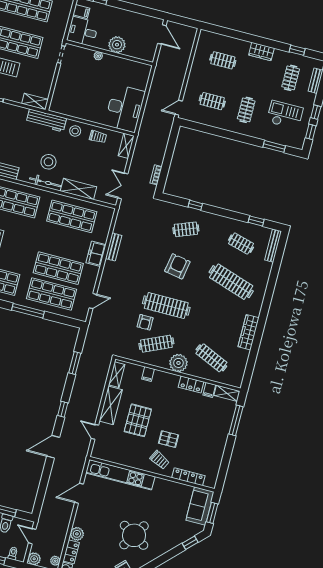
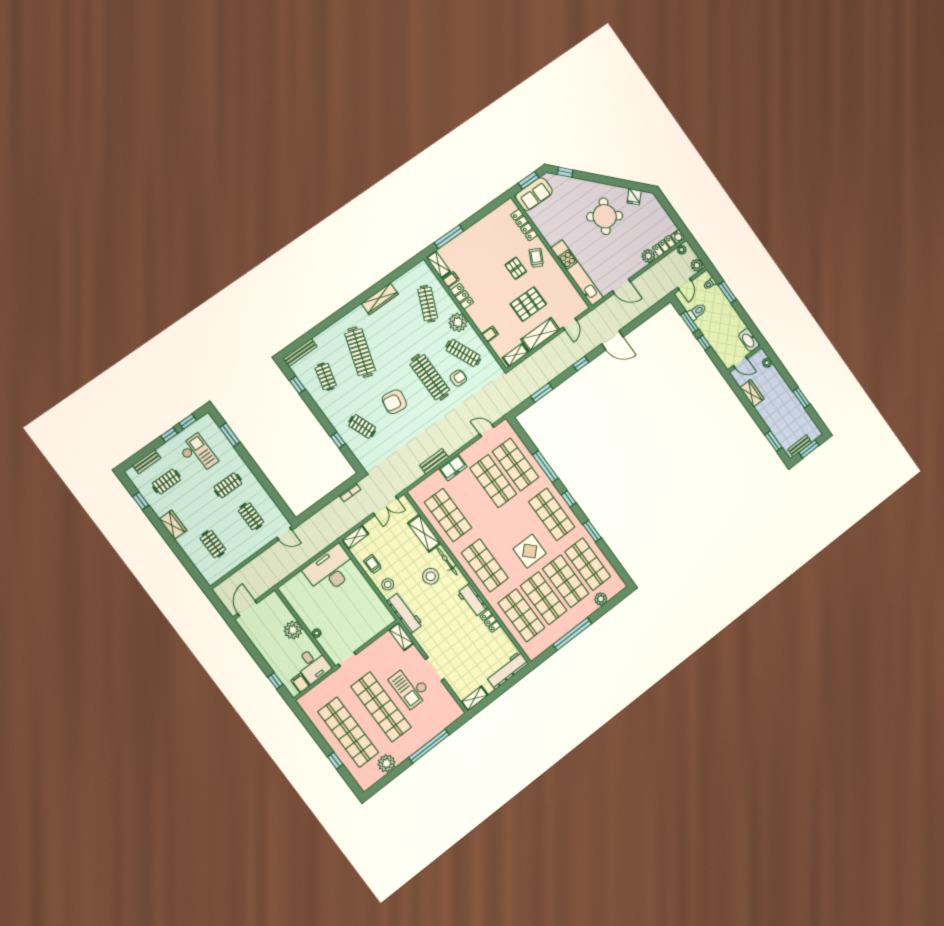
checkout: (285, 115) -> (198, 454), turned 180

